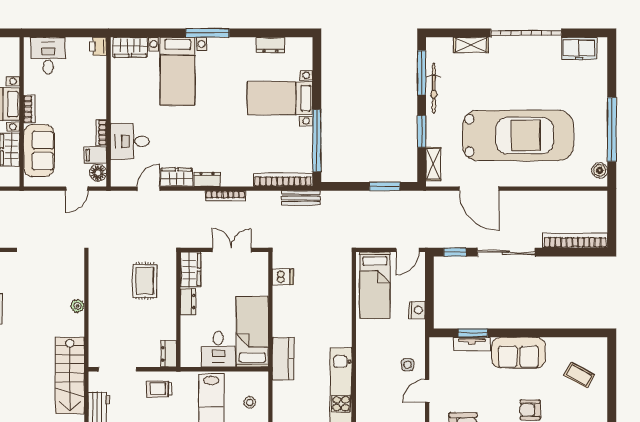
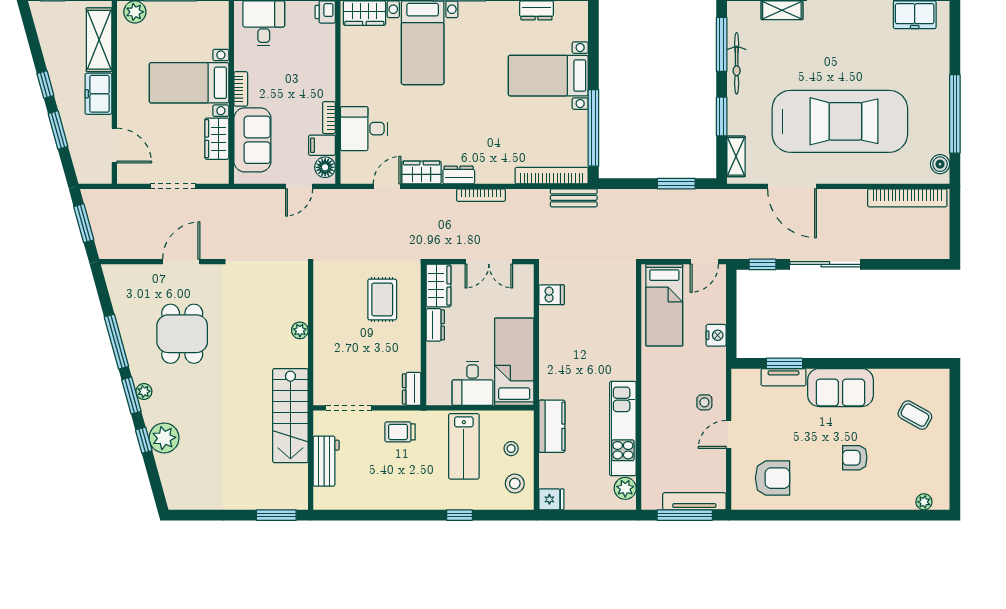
bookcase: (575, 241) -> (907, 198), moved, turned 180
double door: (232, 250) -> (489, 262), swing flipped
kitchen counter: (283, 358) -> (552, 426), moved

